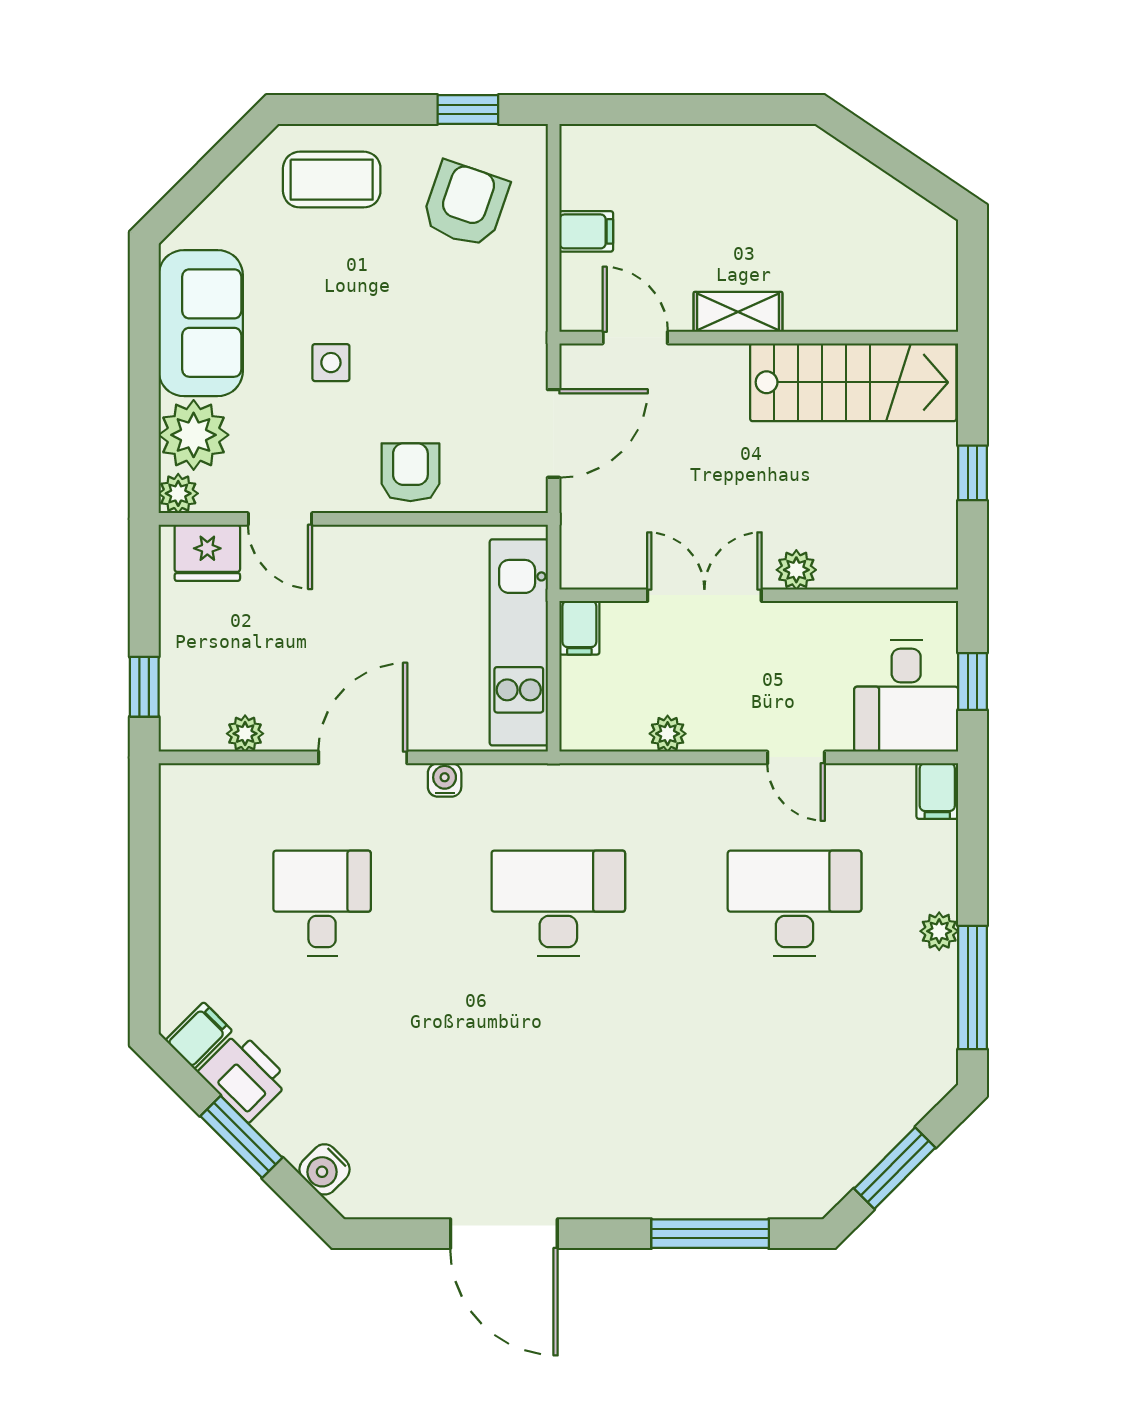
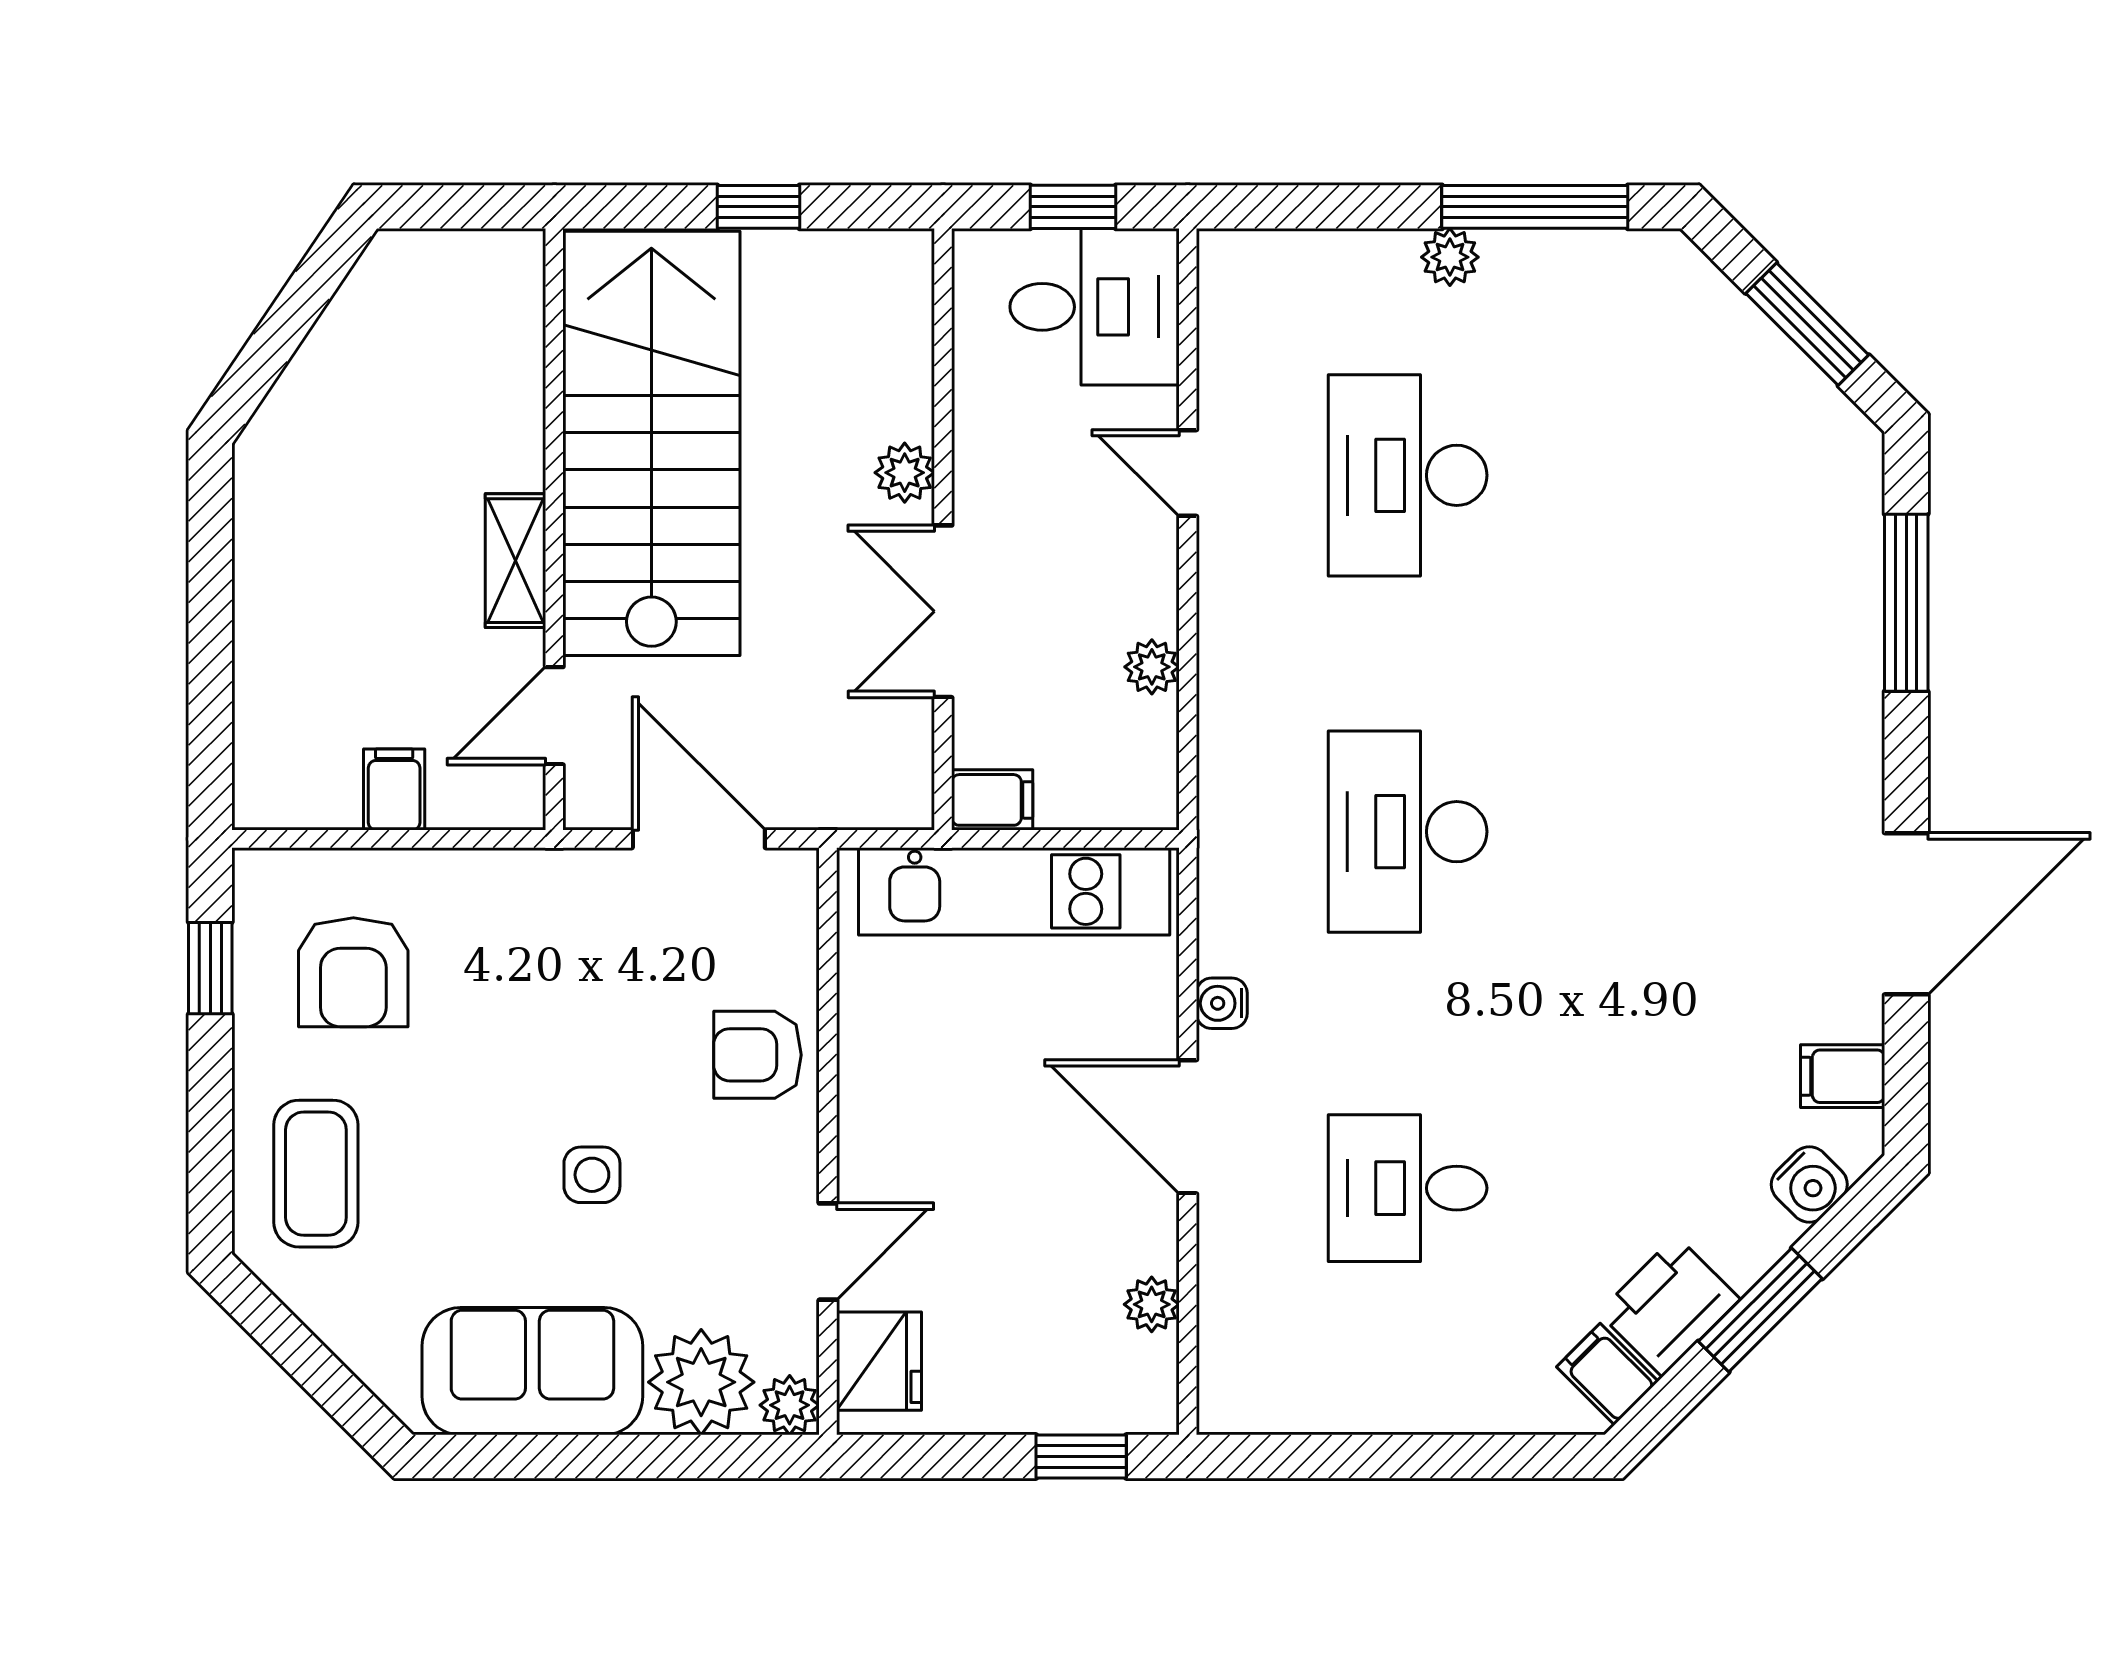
armchair: (465, 204) -> (353, 972), turned -109
stairs: (853, 382) -> (651, 443), width x1.36, depth x1.51
door: (796, 757) -> (1188, 473), swing flipped
filing cabinet: (937, 791) -> (1843, 1076), moved, turned 180

